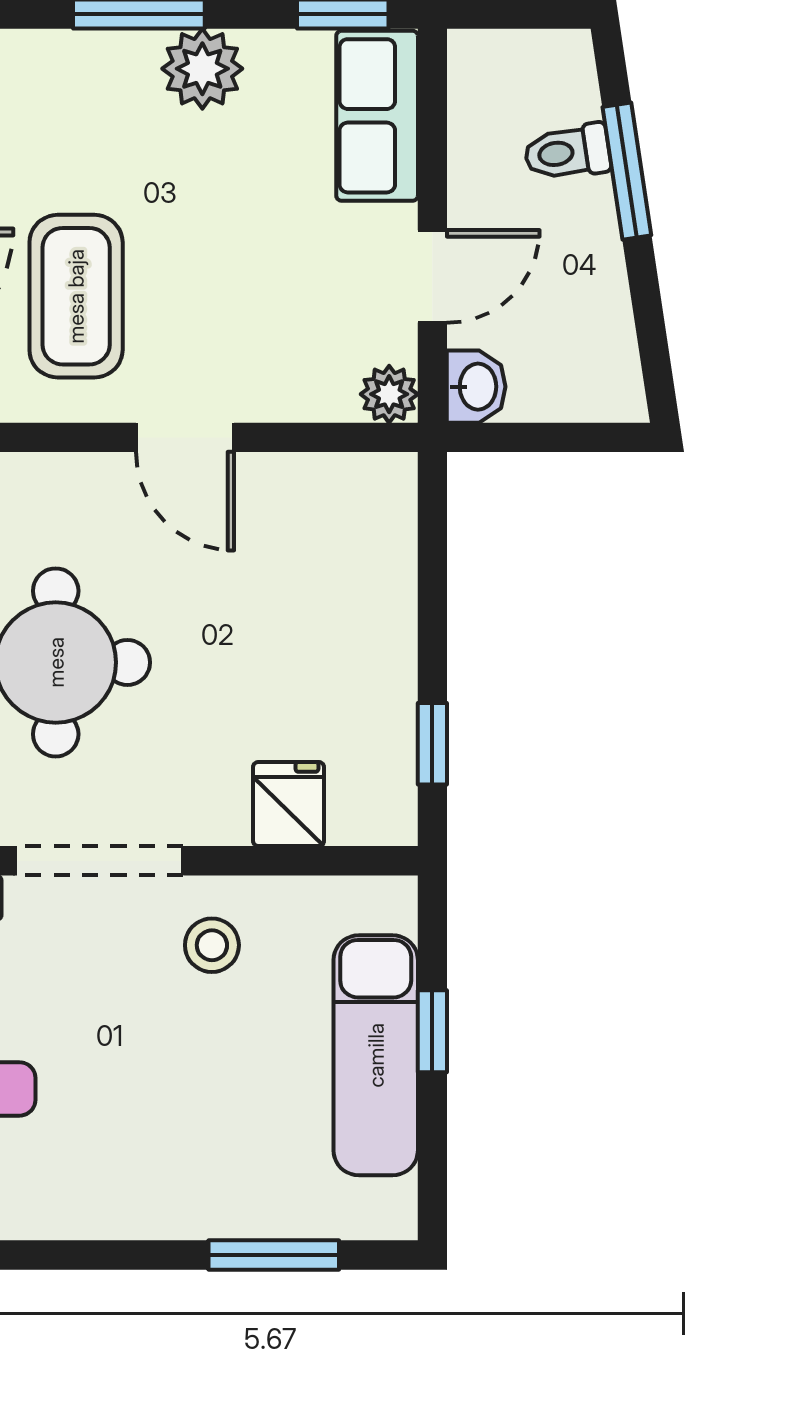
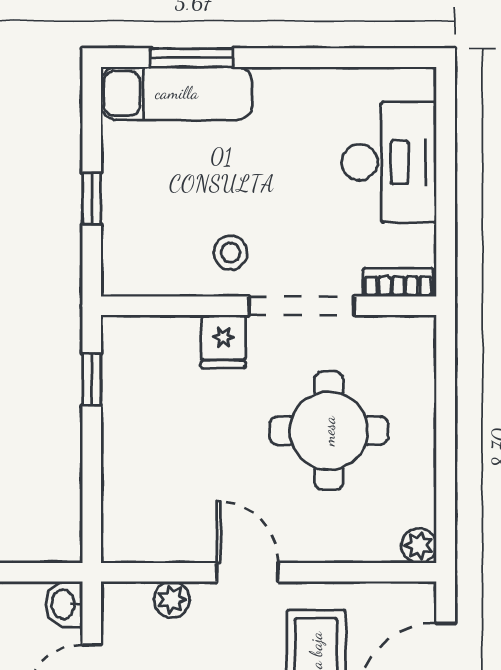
plant: (389, 394) -> (172, 599), moved
fridge: (289, 804) -> (223, 342), moved
exam couch: (376, 1055) -> (177, 93), moved, turned 90

